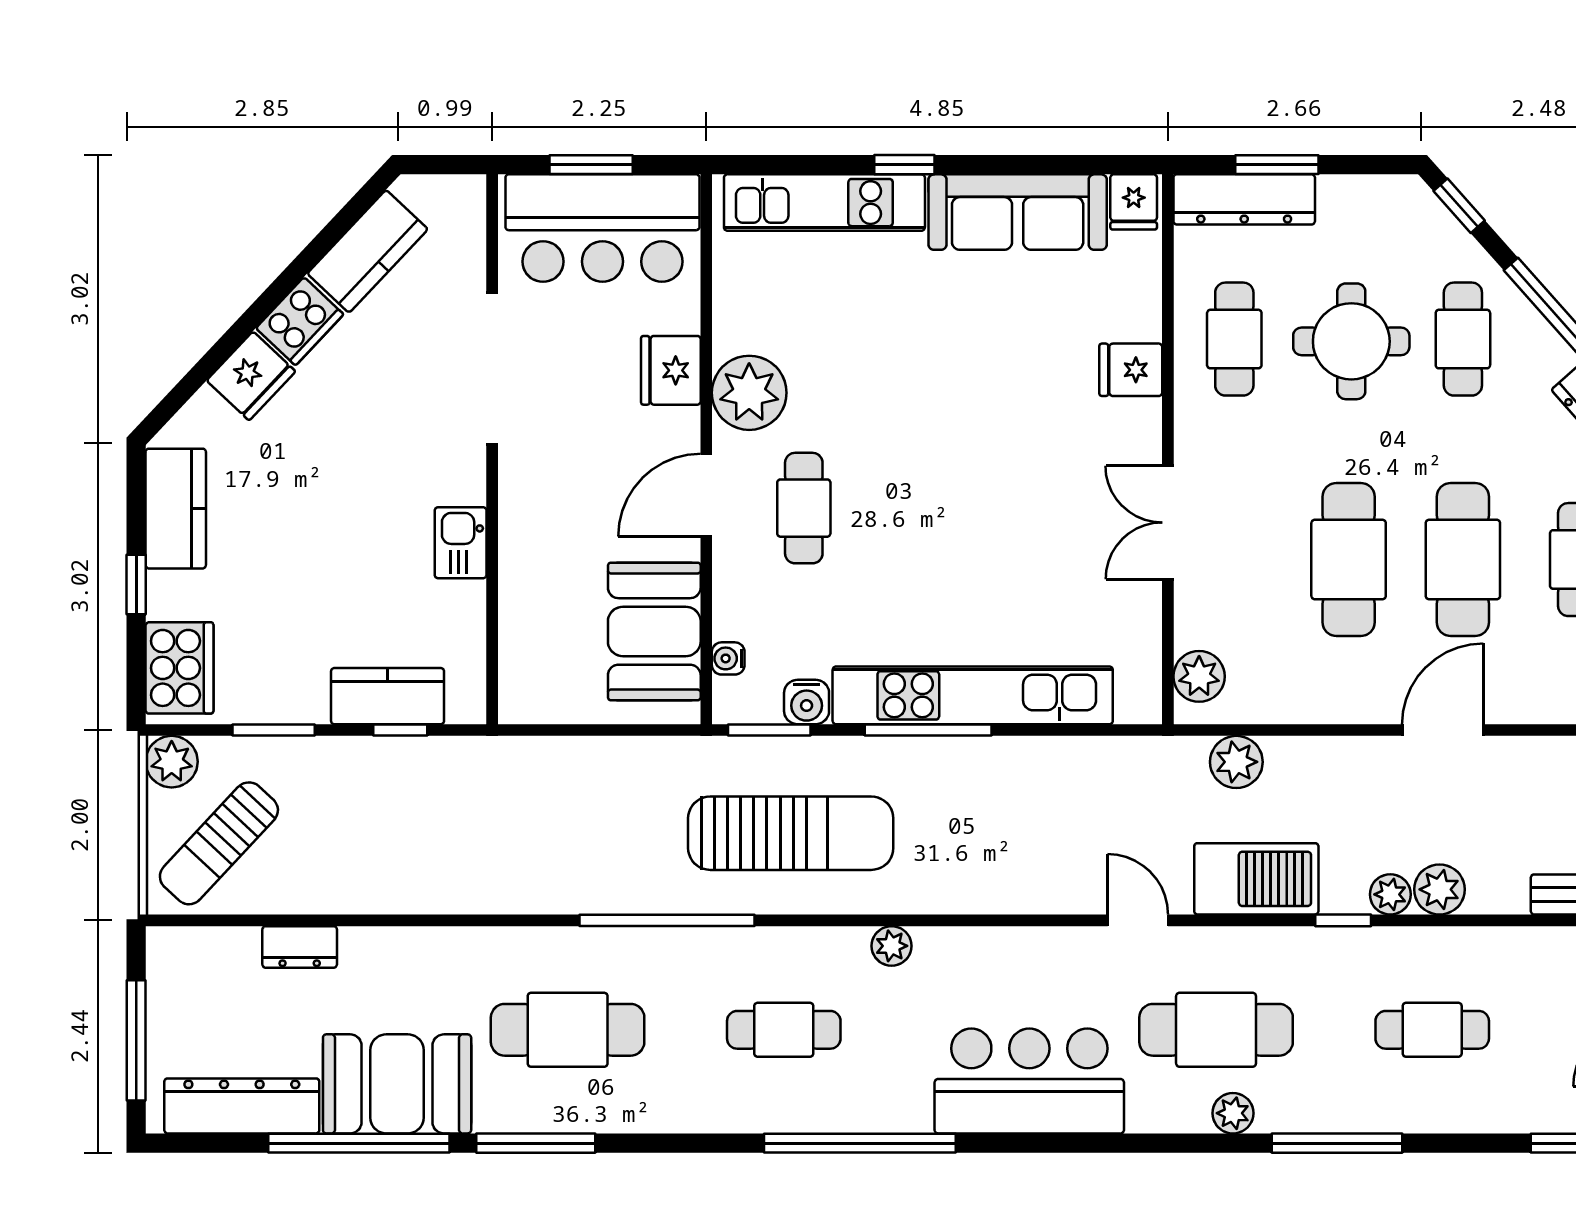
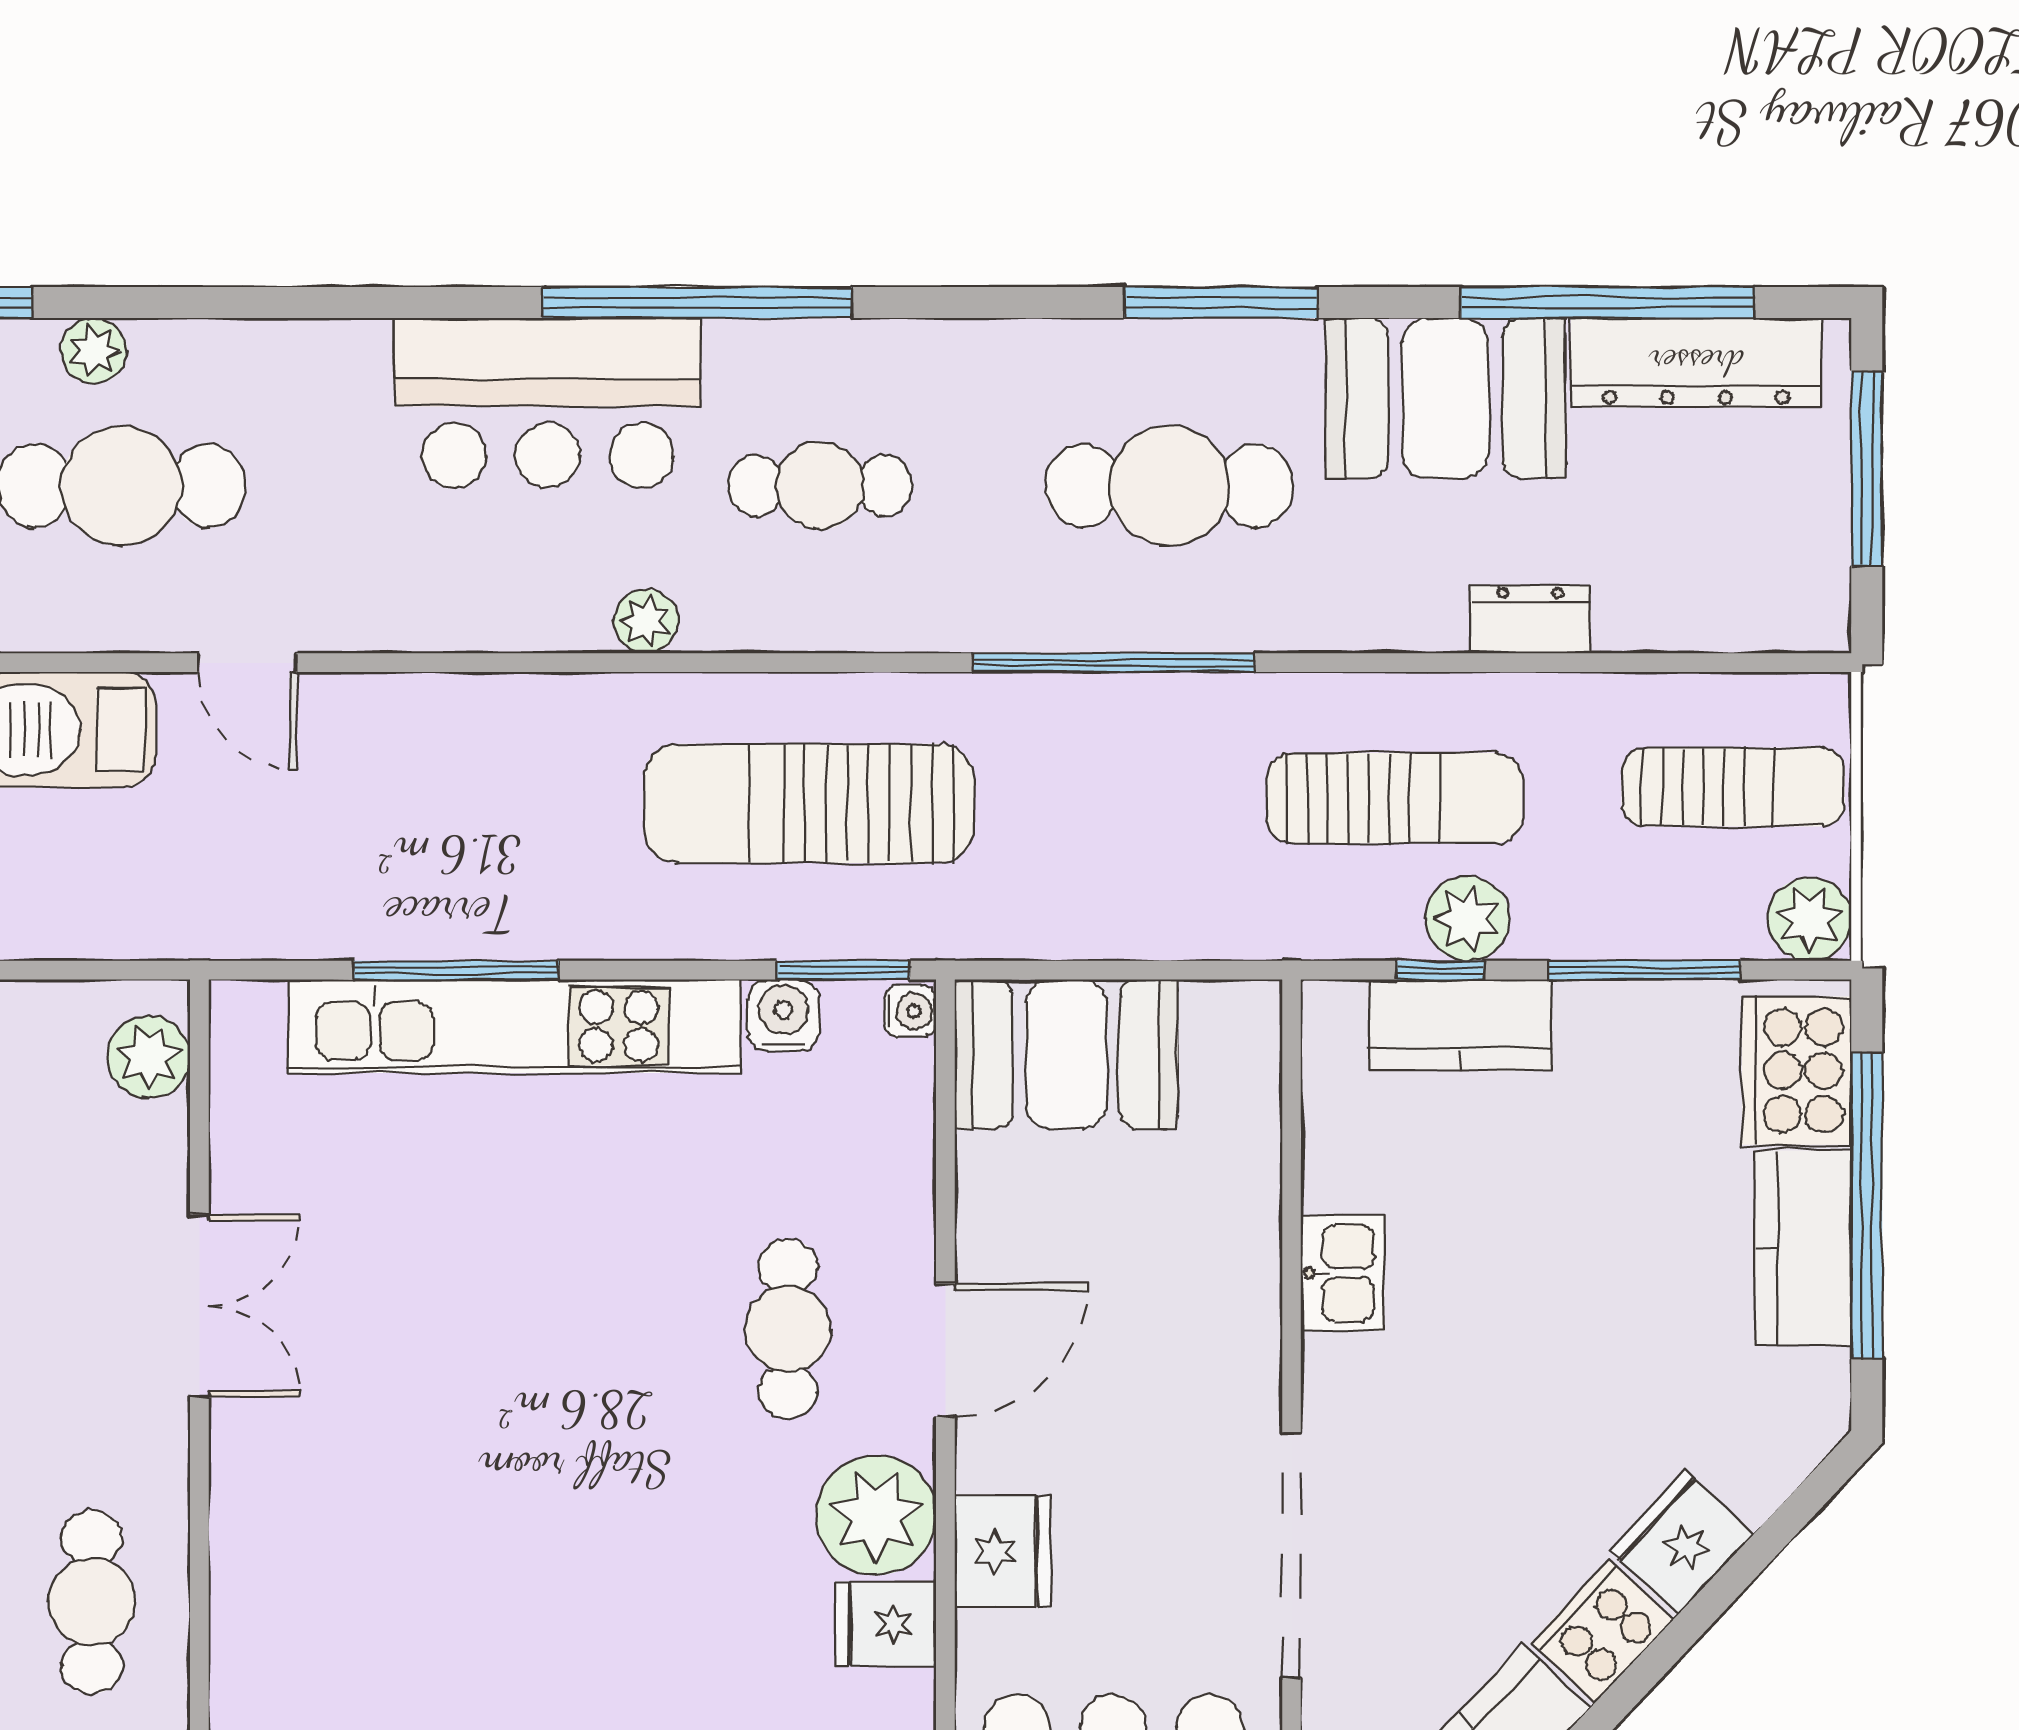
fridge: (1131, 370) -> (886, 1624), moved, turned 180
kitchen counter: (176, 509) -> (1803, 1248), moved
window: (136, 584) -> (1867, 1205), width x3.17
booth: (654, 631) -> (1066, 1054), moved, turned 90
water cooler: (728, 658) -> (910, 1011), moved
window: (274, 730) -> (1645, 970), width x1.44
window: (928, 730) -> (456, 970), moved
plant: (1236, 762) -> (1467, 919), moved
sun lounger: (429, 836) -> (1394, 798), added
sun lounger: (219, 843) -> (1733, 787), turned 47
window: (667, 920) -> (1114, 663), moved
dresser: (300, 947) -> (1530, 620), moved
bar counter: (1029, 1081) -> (548, 403), moved
window: (359, 1143) -> (1608, 303), moved

